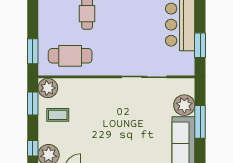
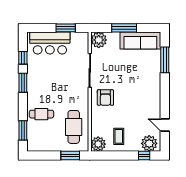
armchair: (109, 97) -> (105, 98), added
window: (33, 104) -> (110, 155), removed
plant: (184, 105) -> (99, 40), moved

